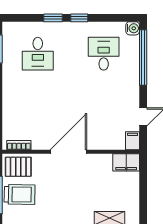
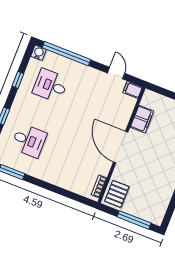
window: (79, 18) -> (18, 80), moved
filing cabinet: (126, 162) -> (142, 119), moved
trolley: (20, 194) -> (140, 202), removed

